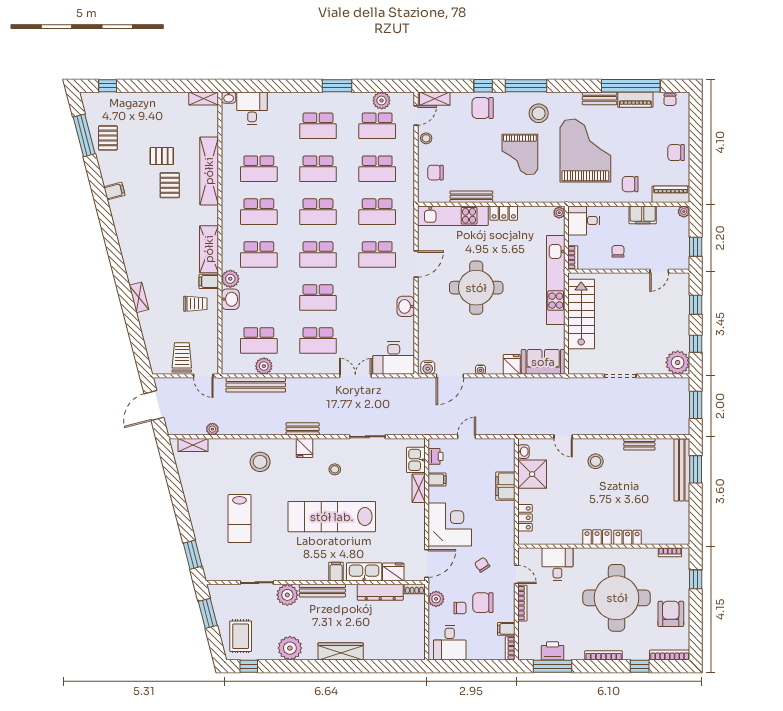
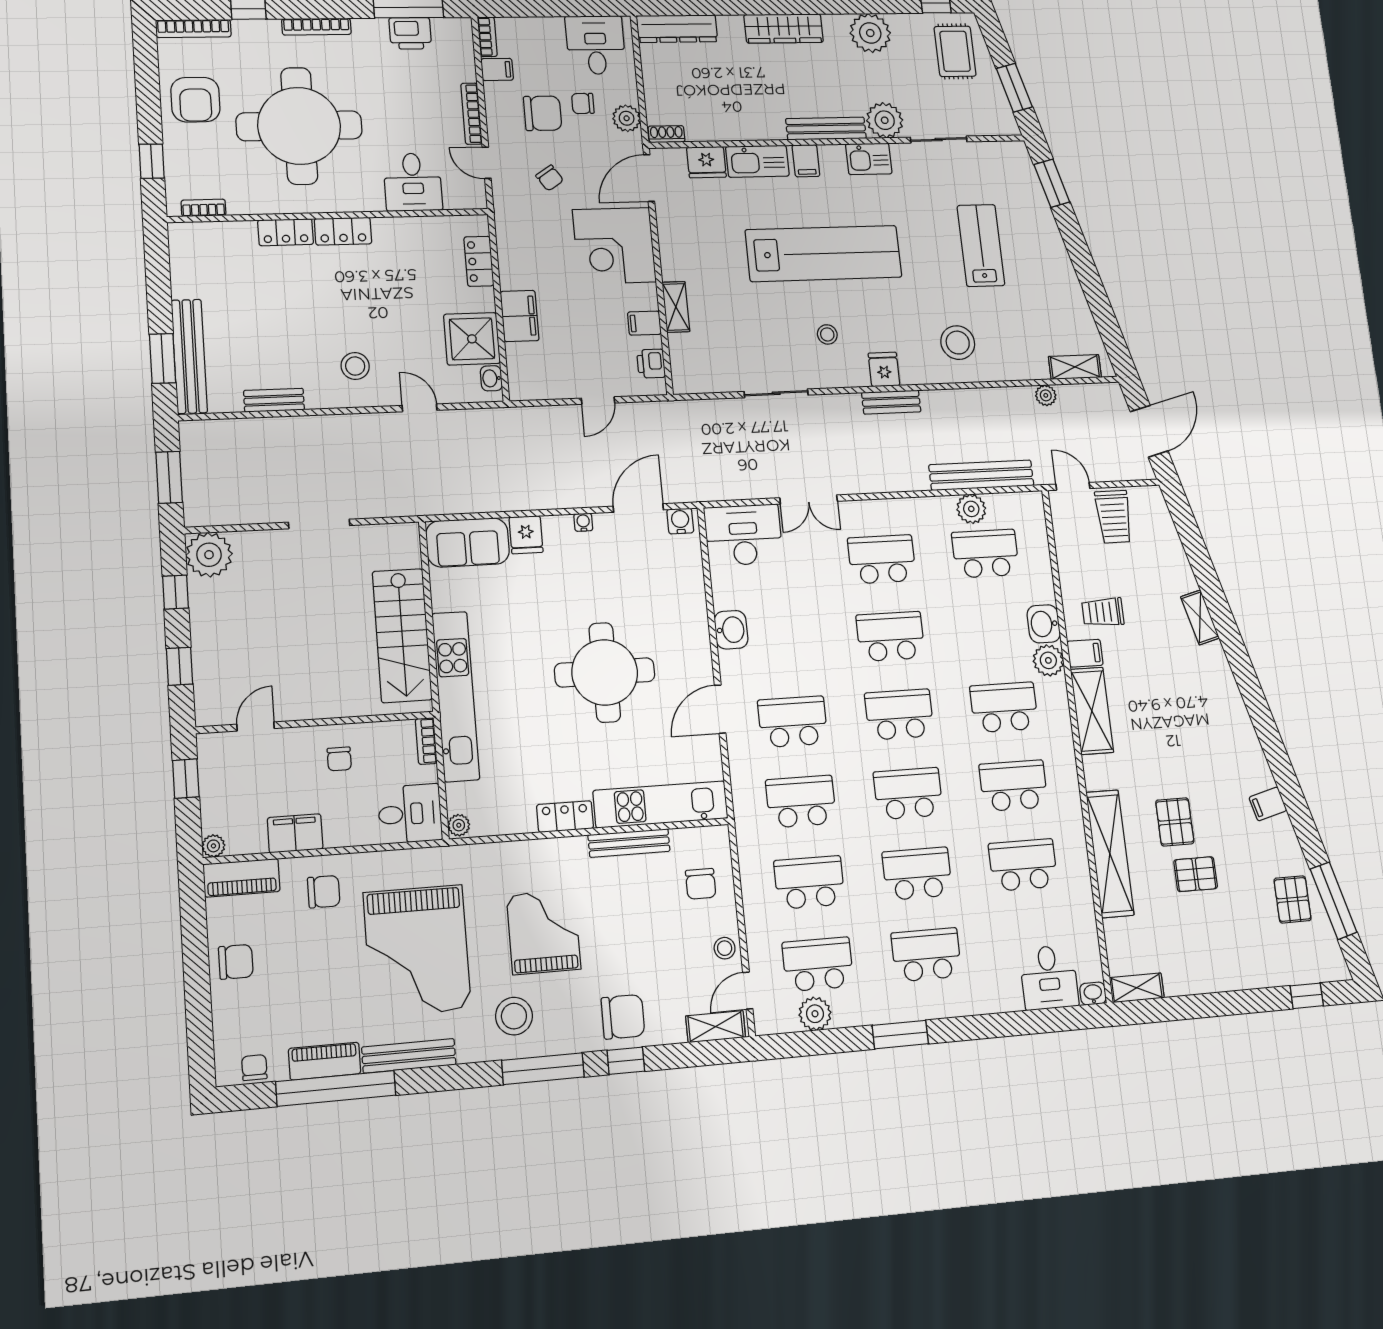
bench: (599, 98) -> (409, 1056), width x1.36
chair: (435, 173) -> (701, 884), turned 90
kitchen sink: (416, 460) -> (869, 159), moved, turned 90
dresser: (380, 592) -> (677, 29), moved, turned 180

